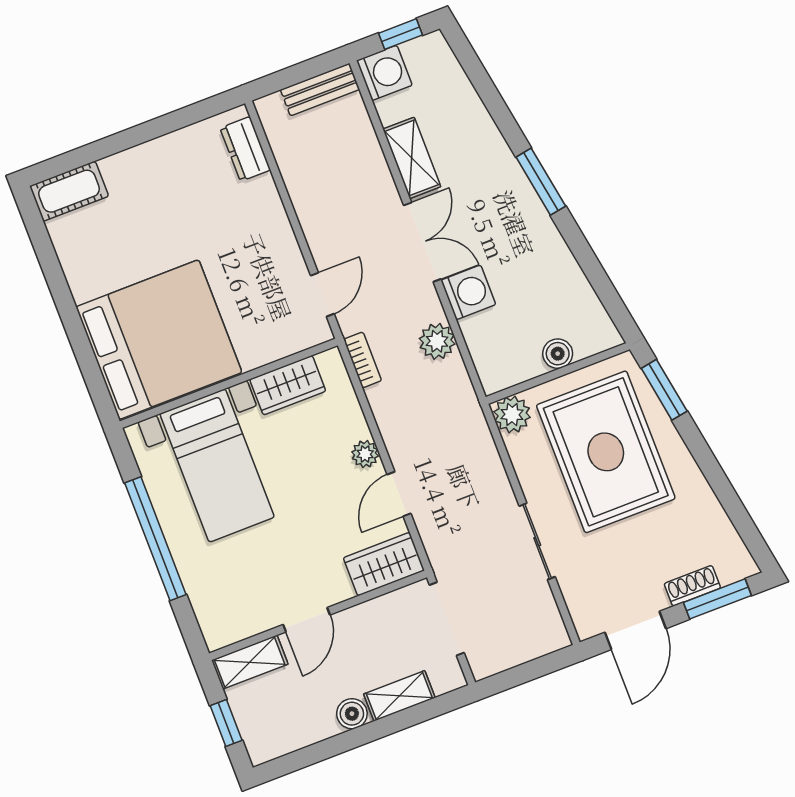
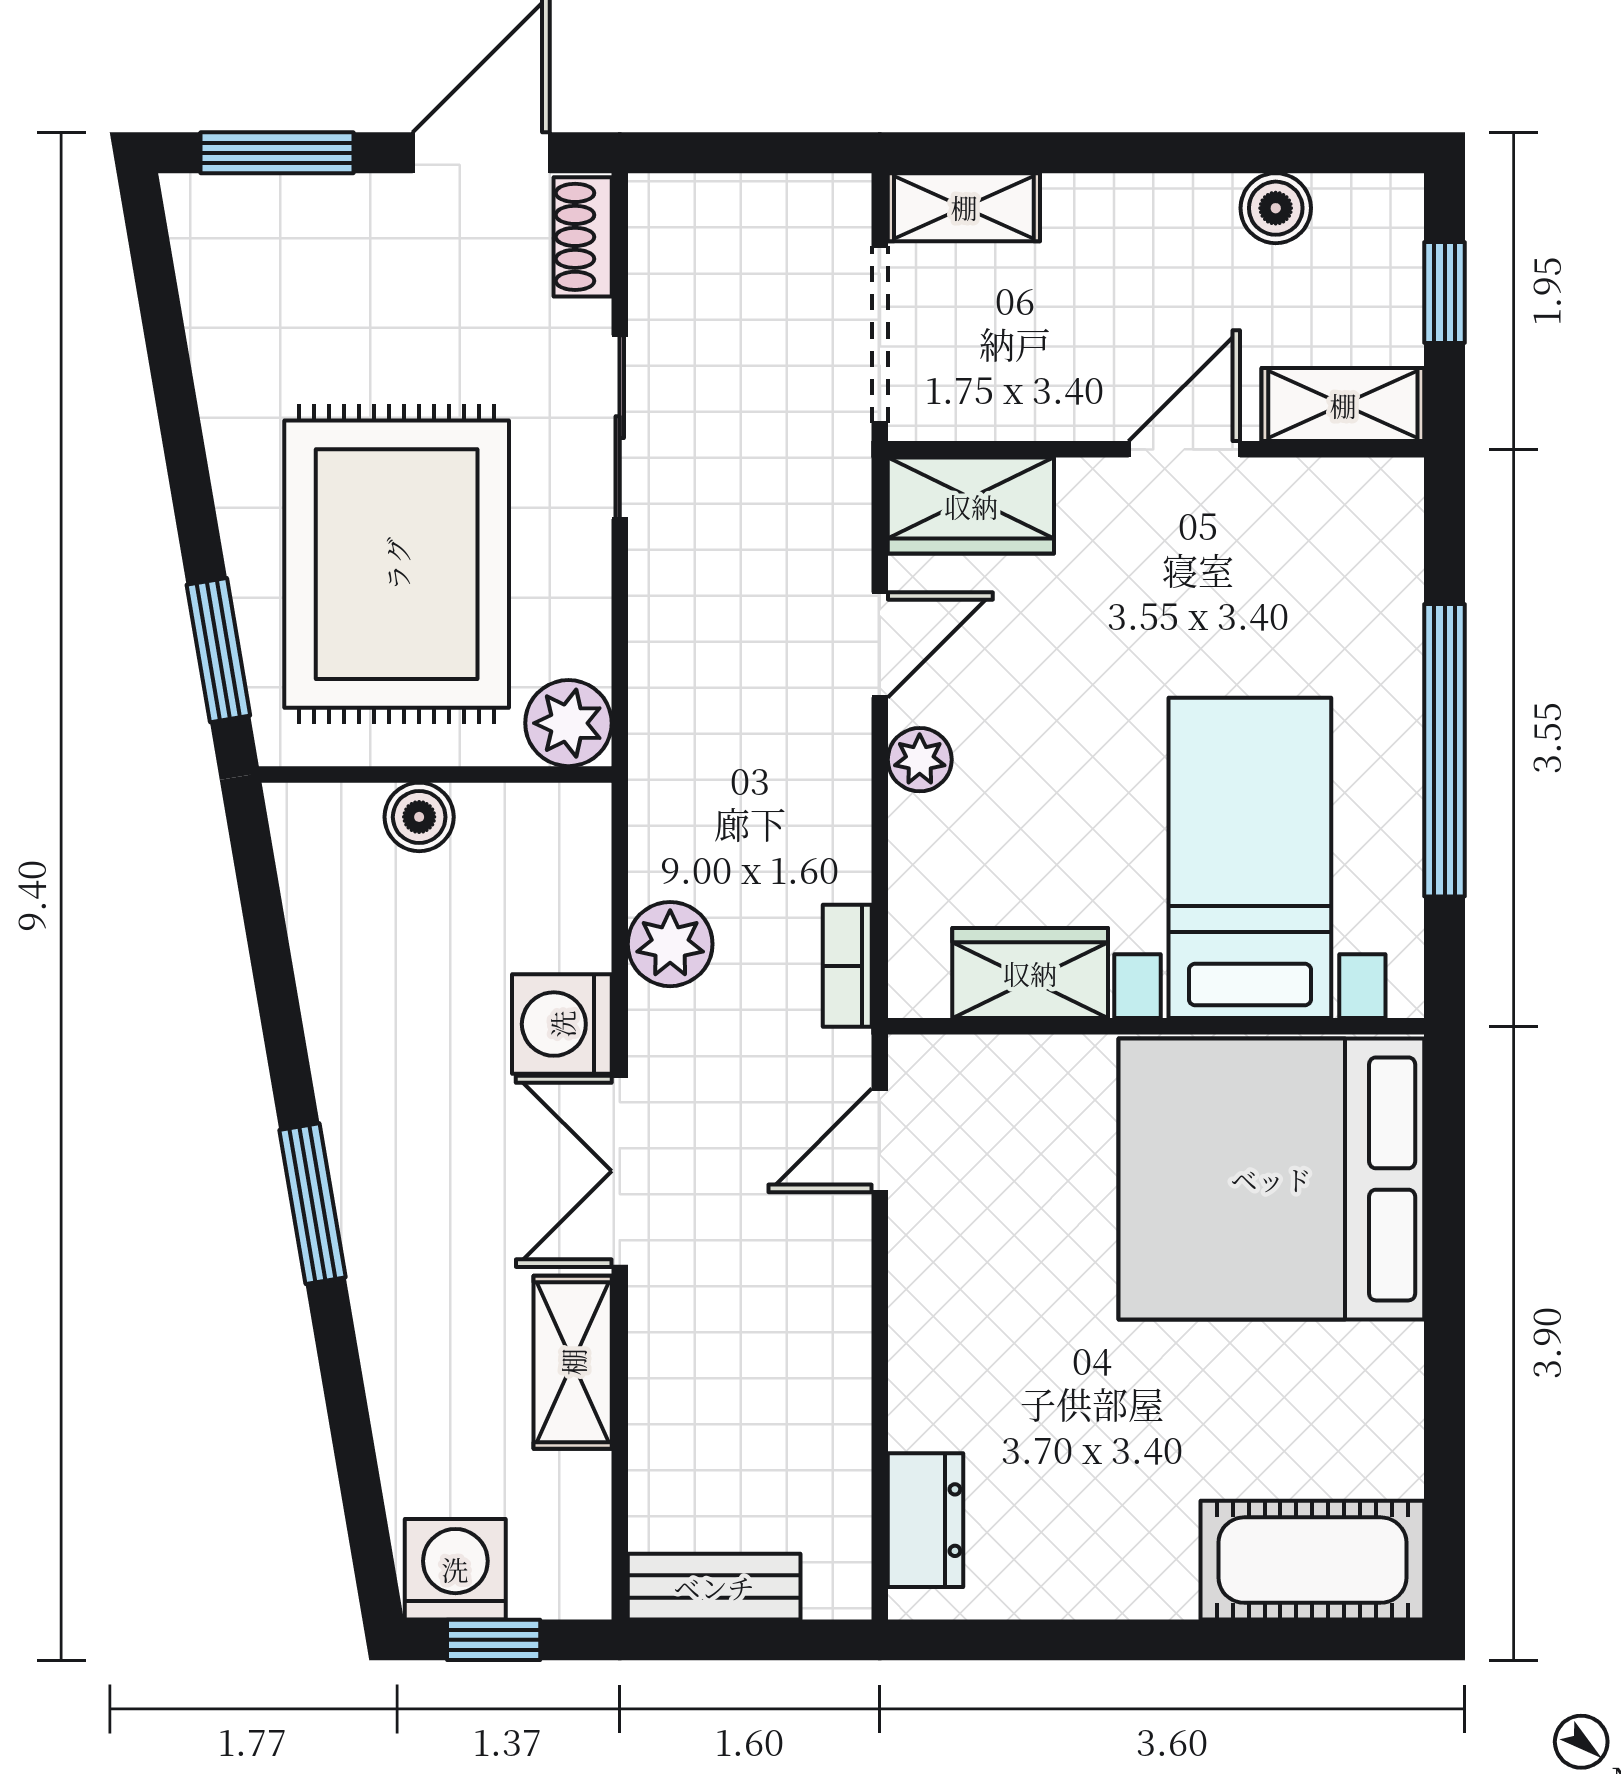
washing machine: (384, 73) -> (455, 1569), moved, turned 90
cot: (69, 191) -> (1312, 1560), width x1.37, depth x1.34
shoe rack: (692, 586) -> (583, 237), moved, turned 90
shelving: (399, 696) -> (964, 207), moved
boiler: (352, 714) -> (1276, 208), moved

